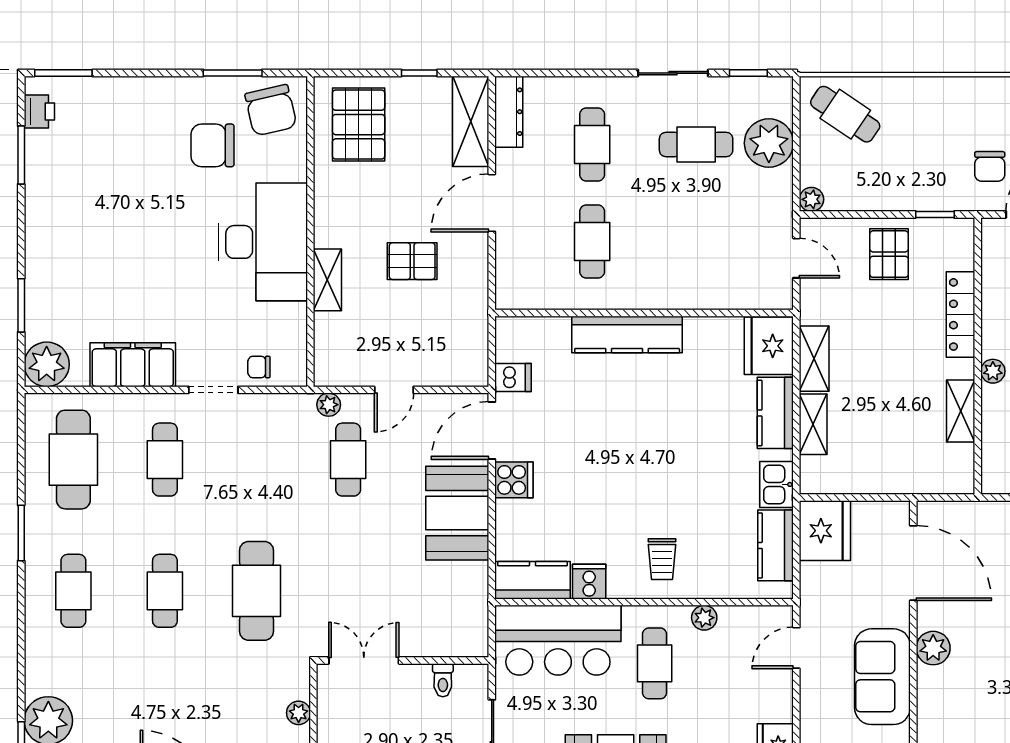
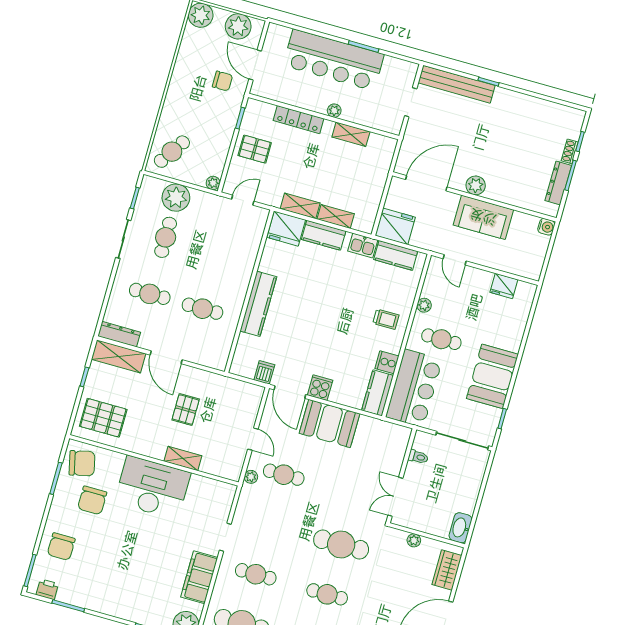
chair: (259, 367) -> (61, 547), moved, width x1.87, depth x1.87

